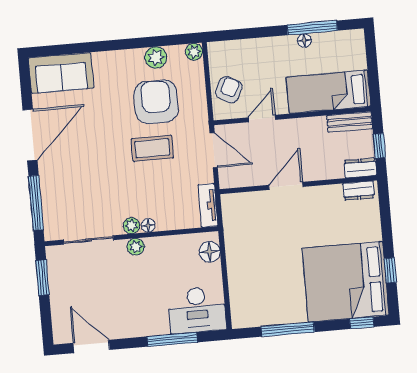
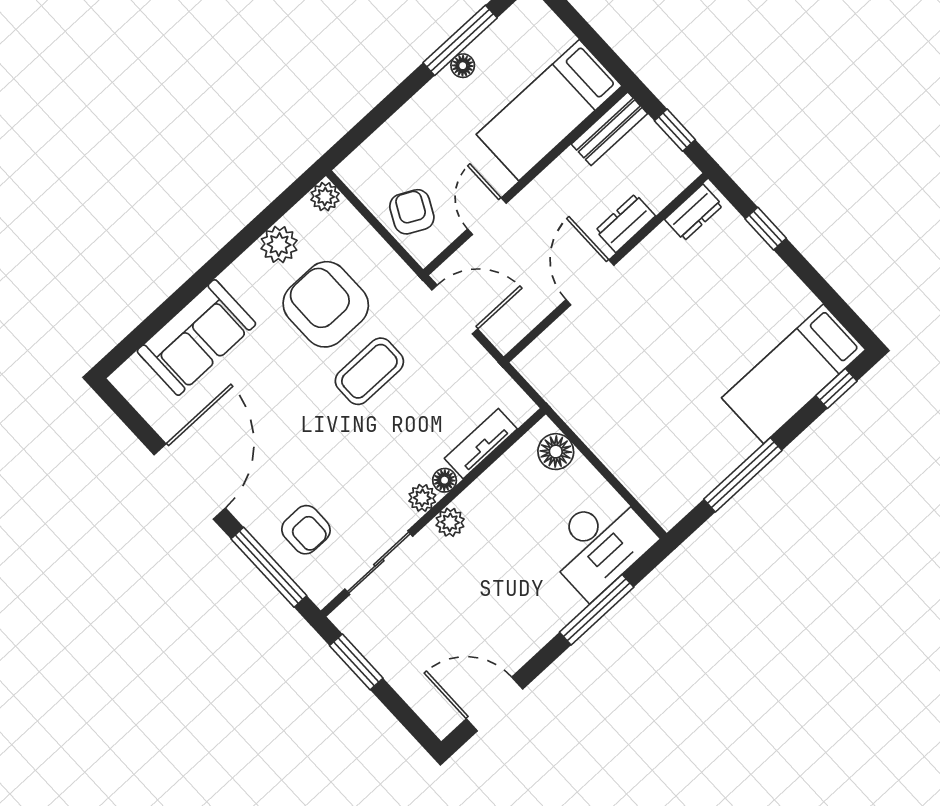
sofa: (61, 73) -> (196, 337), moved
dresser: (360, 168) -> (625, 223), moved
armchair: (66, 199) -> (306, 530), added
tv unit: (208, 205) -> (481, 444), moved, turned 90
window: (390, 270) -> (766, 229), moved
bed: (346, 282) -> (793, 374), width x0.49

